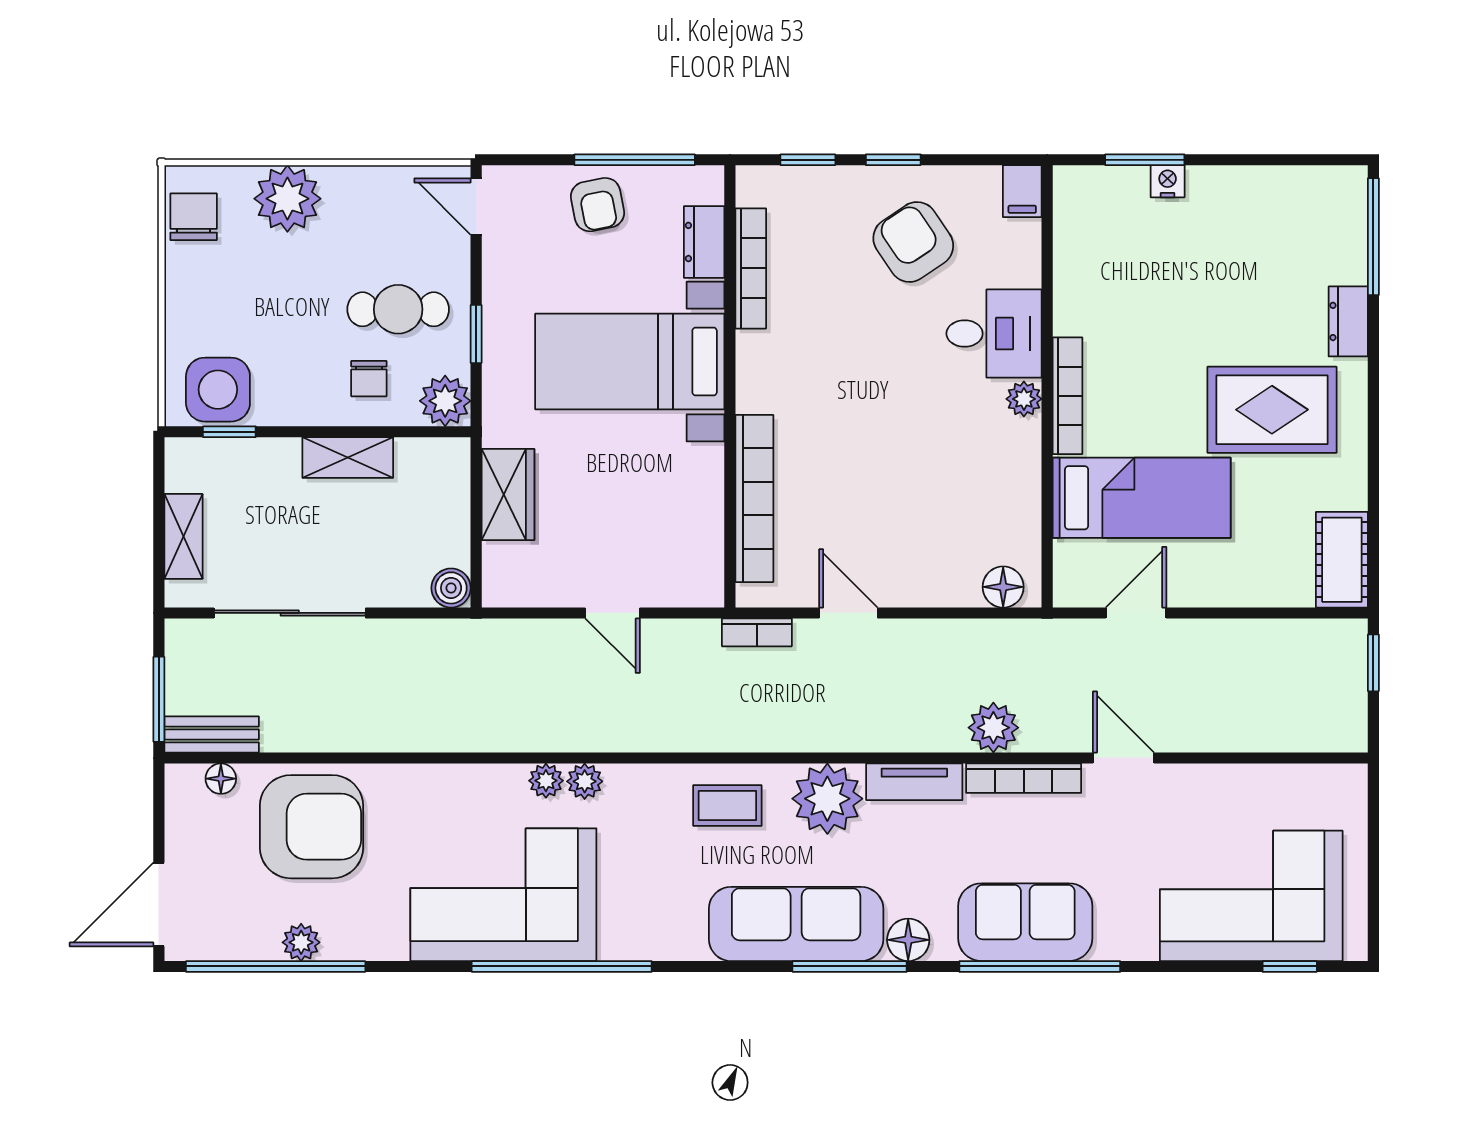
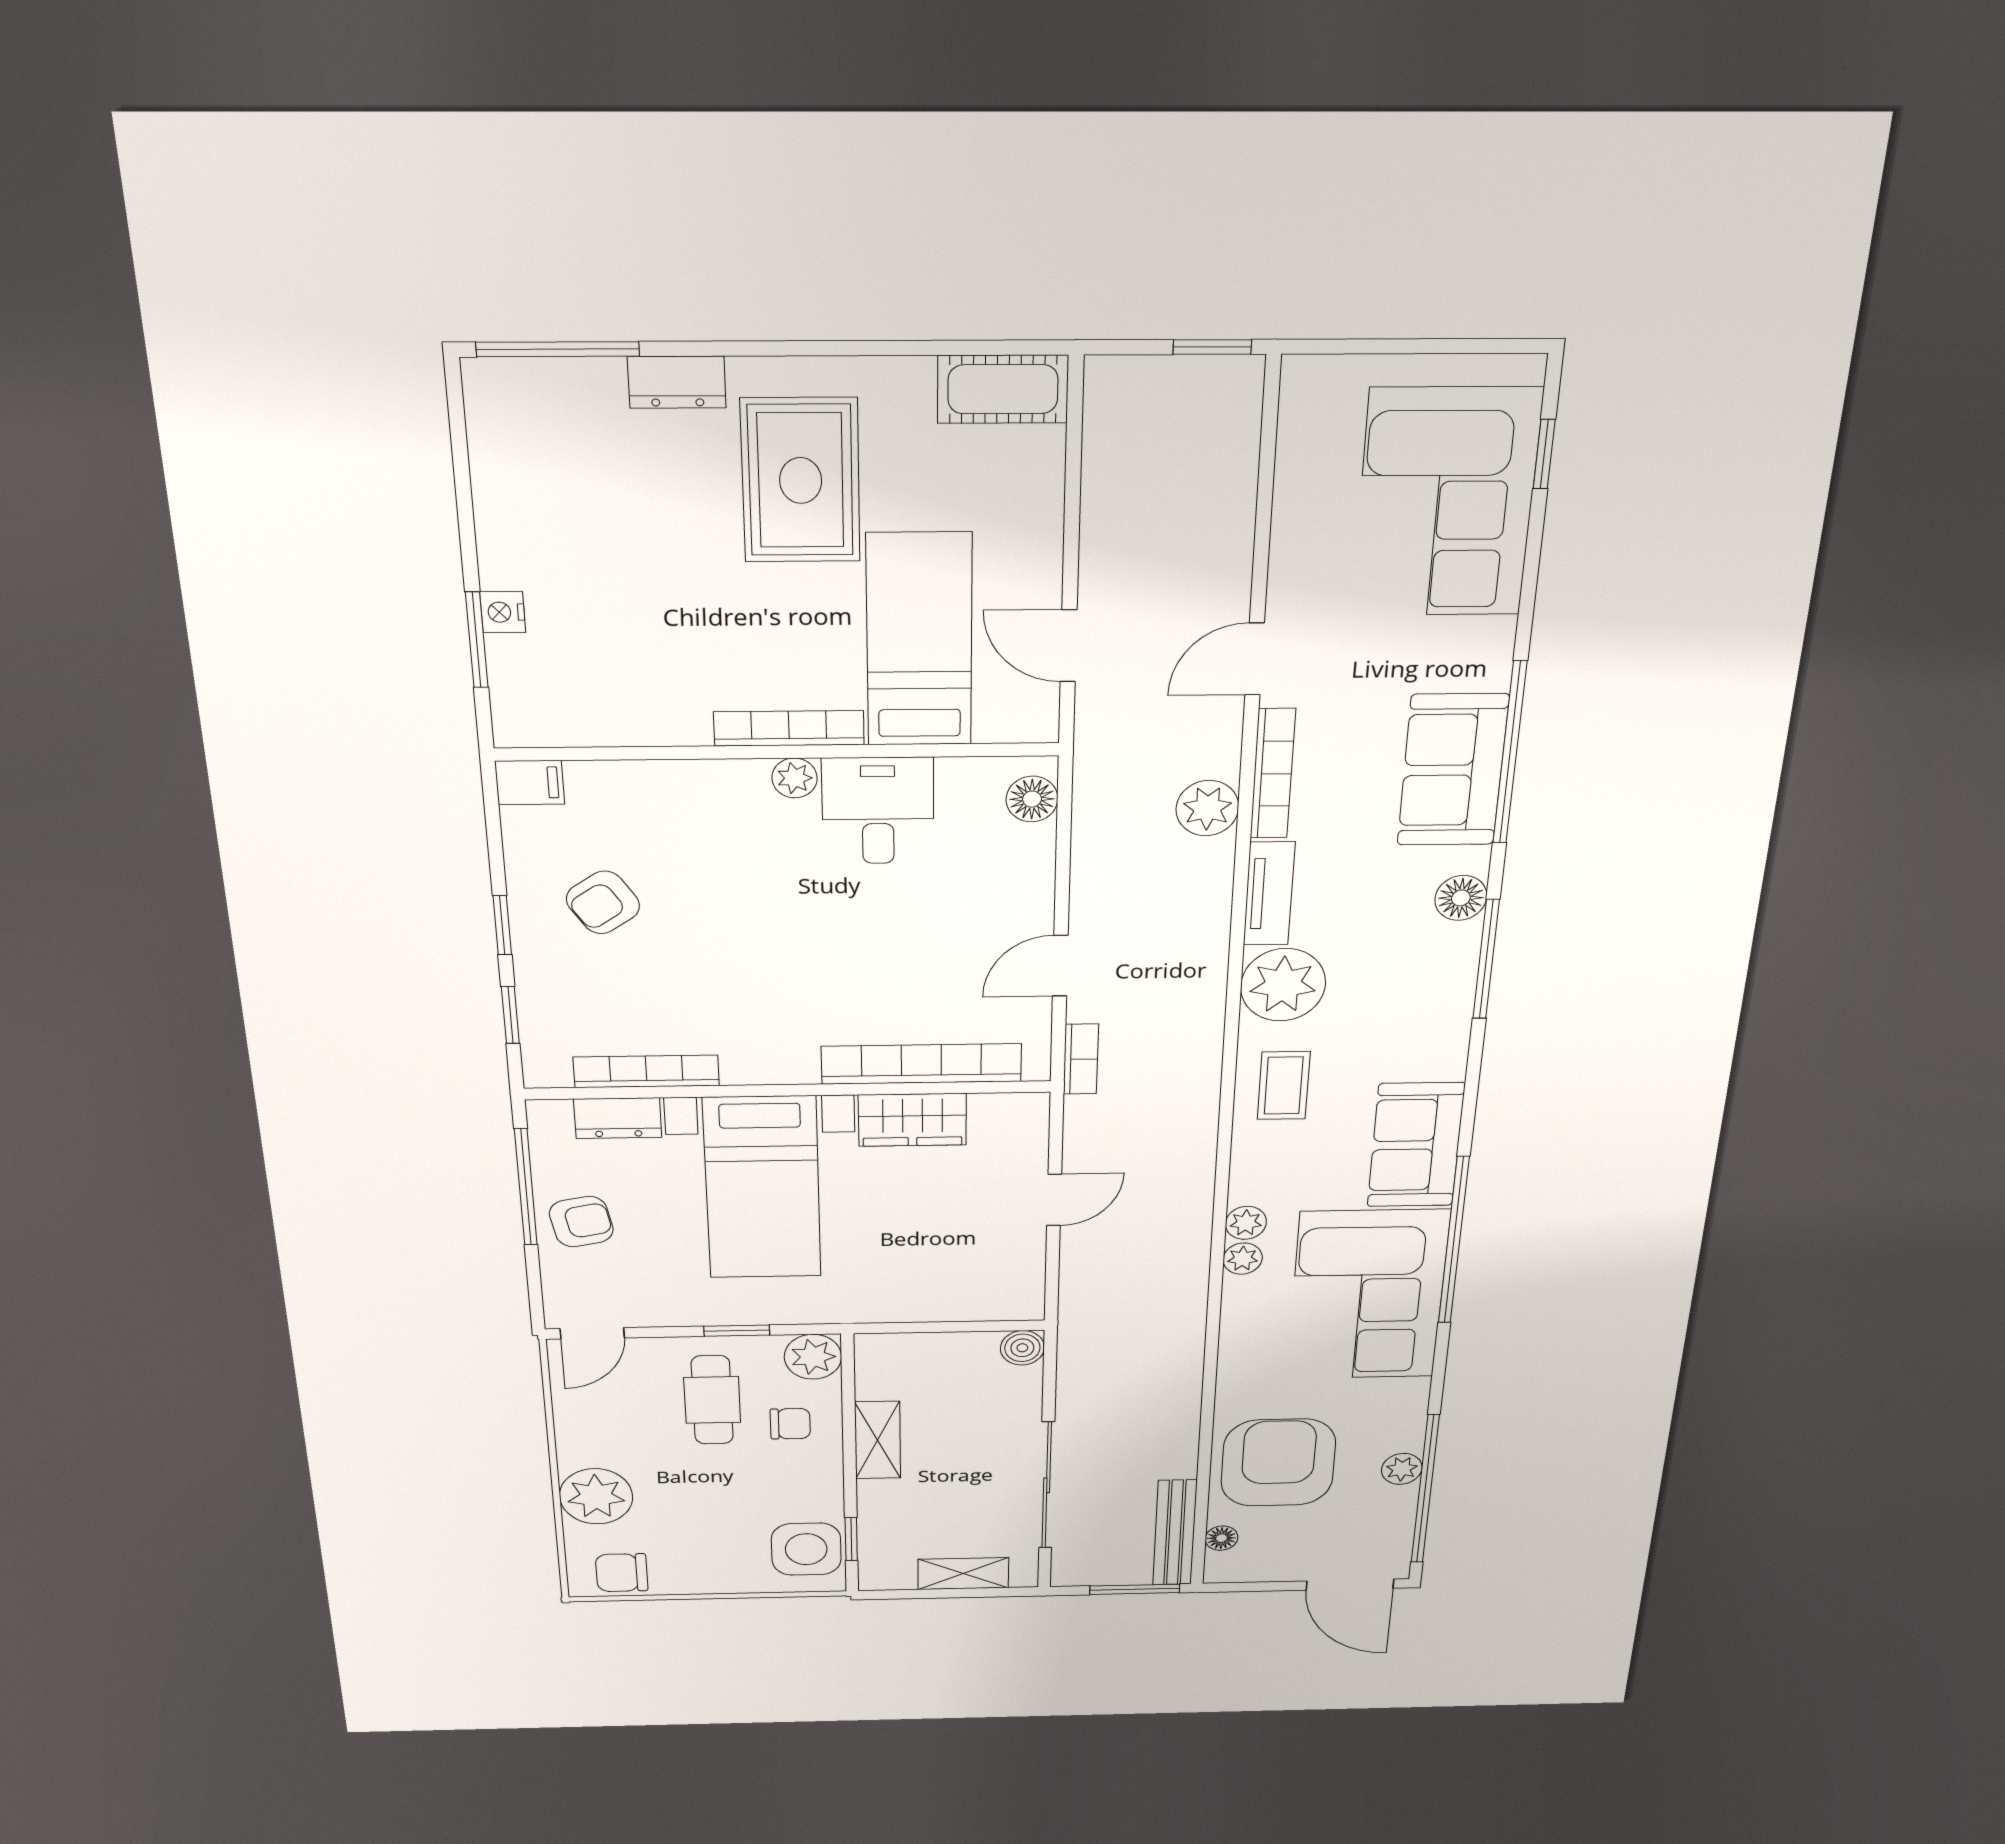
armchair: (913, 242) -> (603, 902), width x0.72, depth x0.72
desk: (994, 334) -> (878, 811), moved
wardrobe: (508, 494) -> (912, 1120), moved, turned 180
window: (1373, 663) -> (1212, 347), moved
bench: (212, 734) -> (1175, 1533), width x1.36
sofa: (796, 924) -> (1416, 1145), moved, width x0.73

